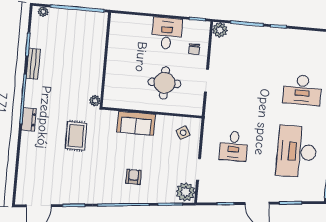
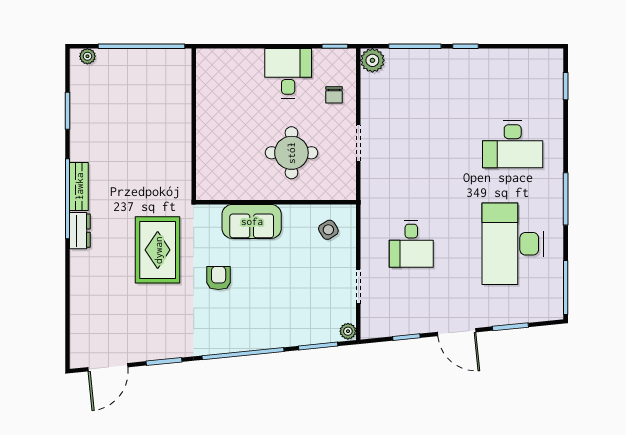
bench: (33, 64) -> (79, 186), moved
plant: (95, 101) -> (183, 191), removed
rug: (76, 136) -> (158, 250), width x1.36, depth x1.43
armchair: (134, 177) -> (219, 278), moved
plant: (186, 192) -> (348, 331), width x0.53, depth x0.53

